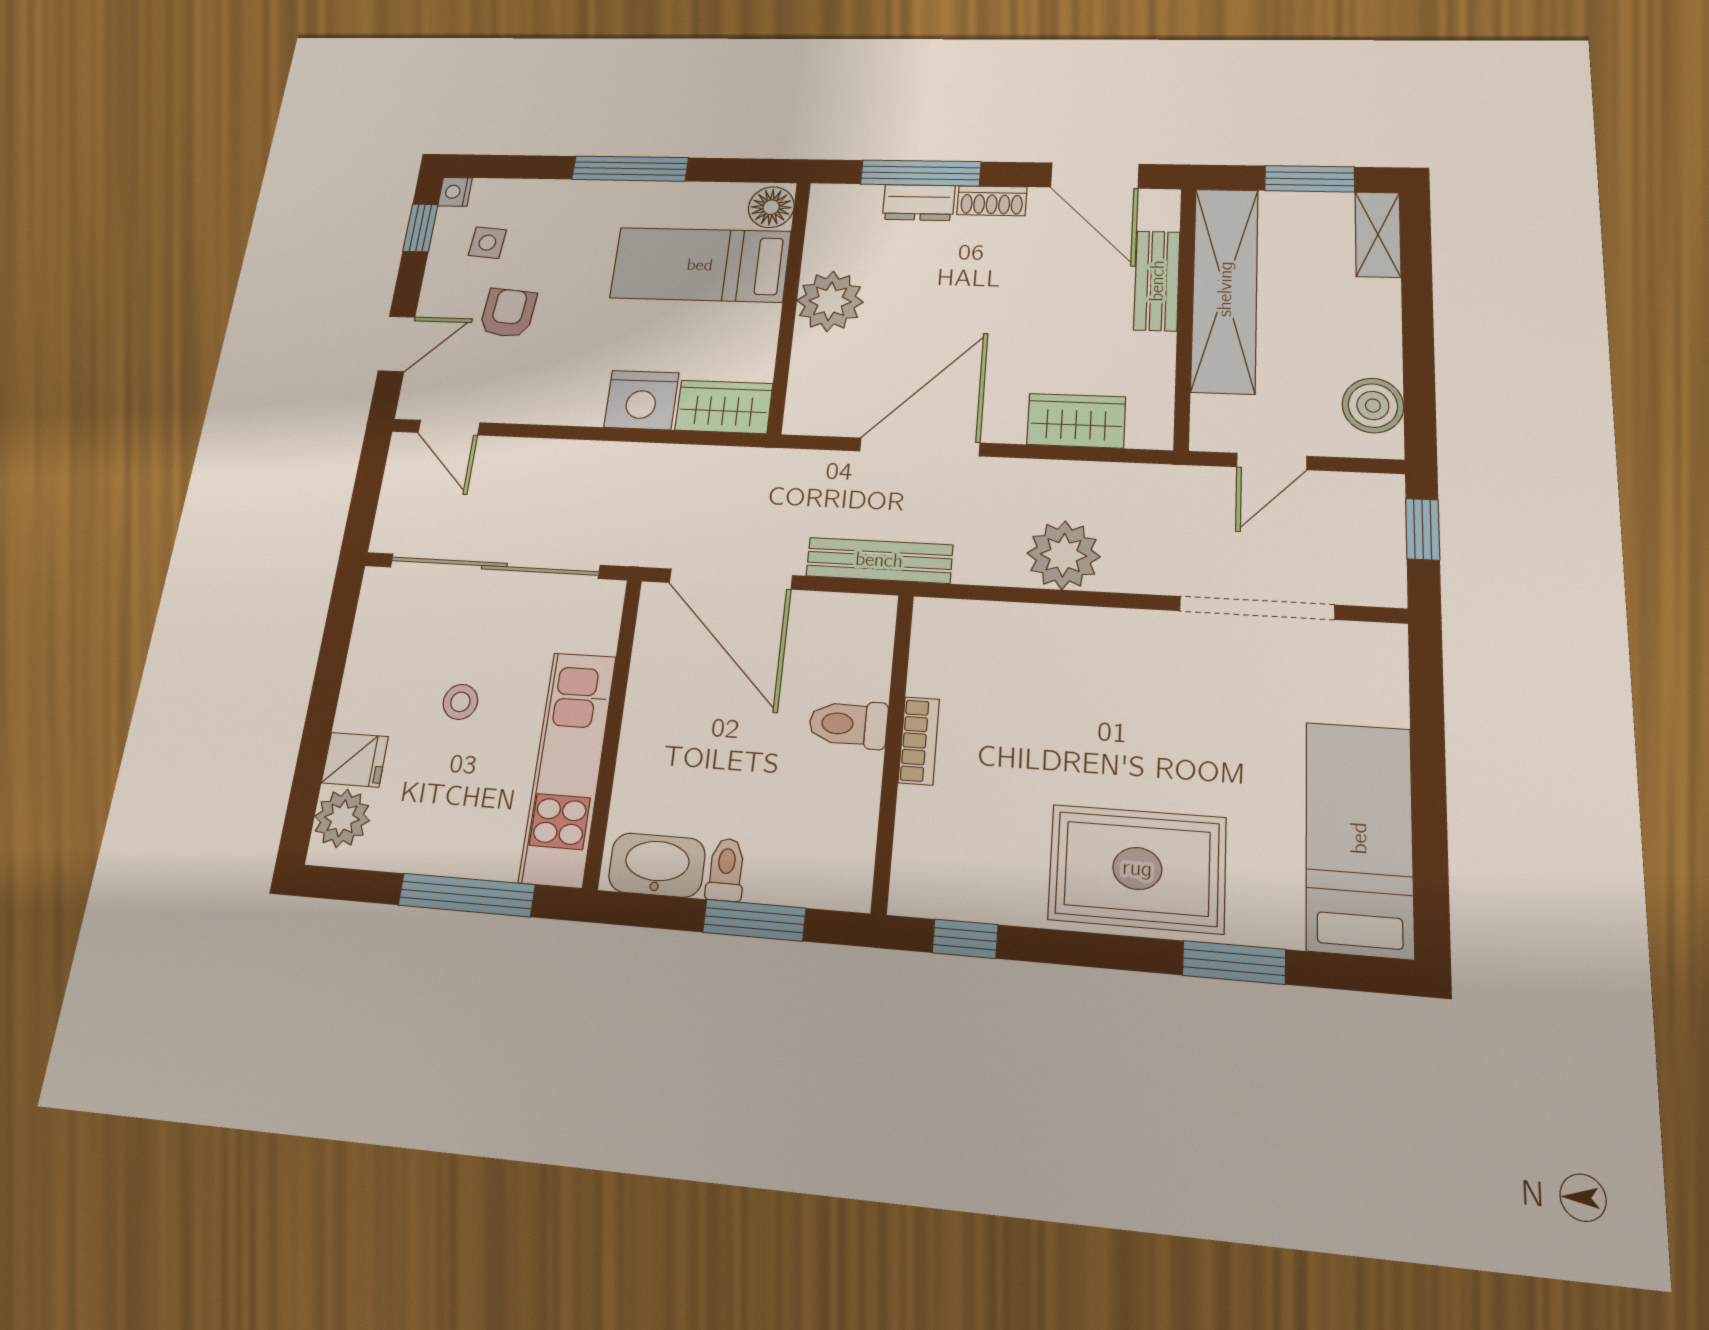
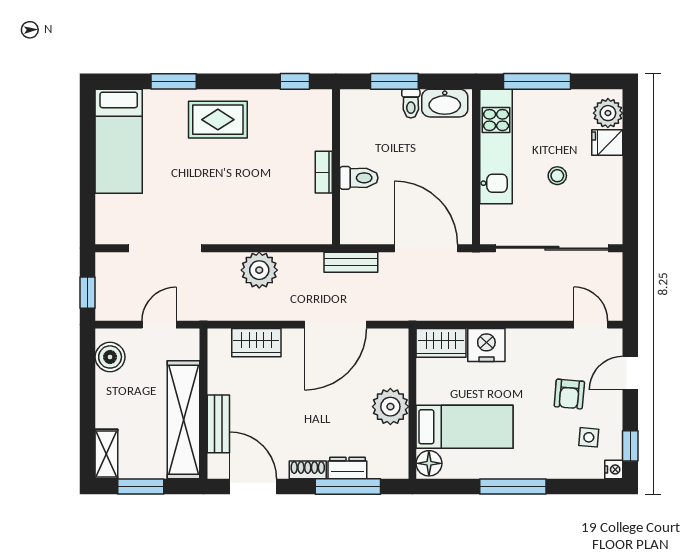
bench: (879, 560) -> (351, 262), width x0.73
rug: (1137, 868) -> (218, 120), width x0.73, depth x0.70

